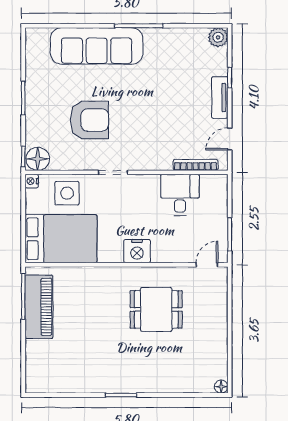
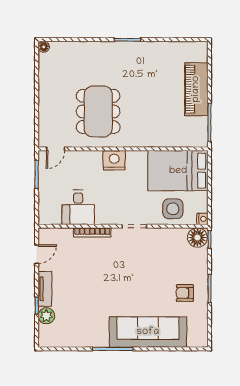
plant: (218, 37) -> (46, 316), moved
armchair: (89, 120) -> (185, 293), moved, width x0.53, depth x0.53
bookcase: (196, 165) -> (92, 232), moved
piano: (39, 307) -> (196, 89), moved
dining table: (156, 309) -> (98, 111), width x1.38

